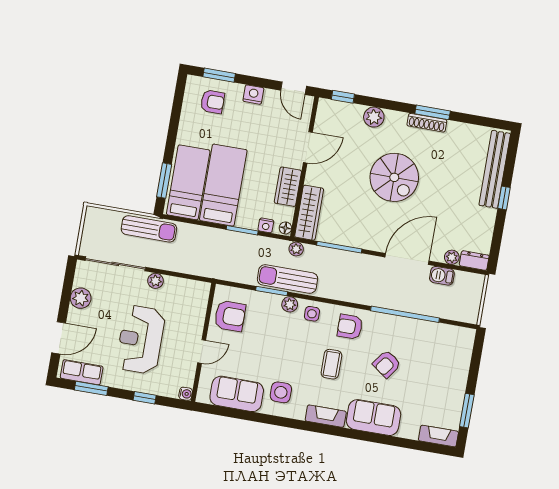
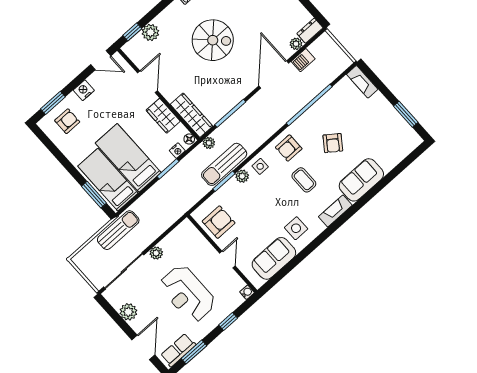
plant: (374, 117) -> (150, 32), moved
fireplace: (438, 436) -> (362, 82), moved, turned -90

